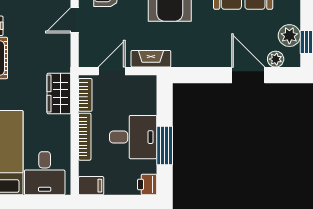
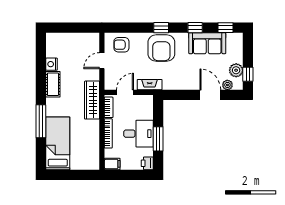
wardrobe: (59, 94) -> (92, 100), width x1.50
desk: (45, 173) -> (83, 156), removed

